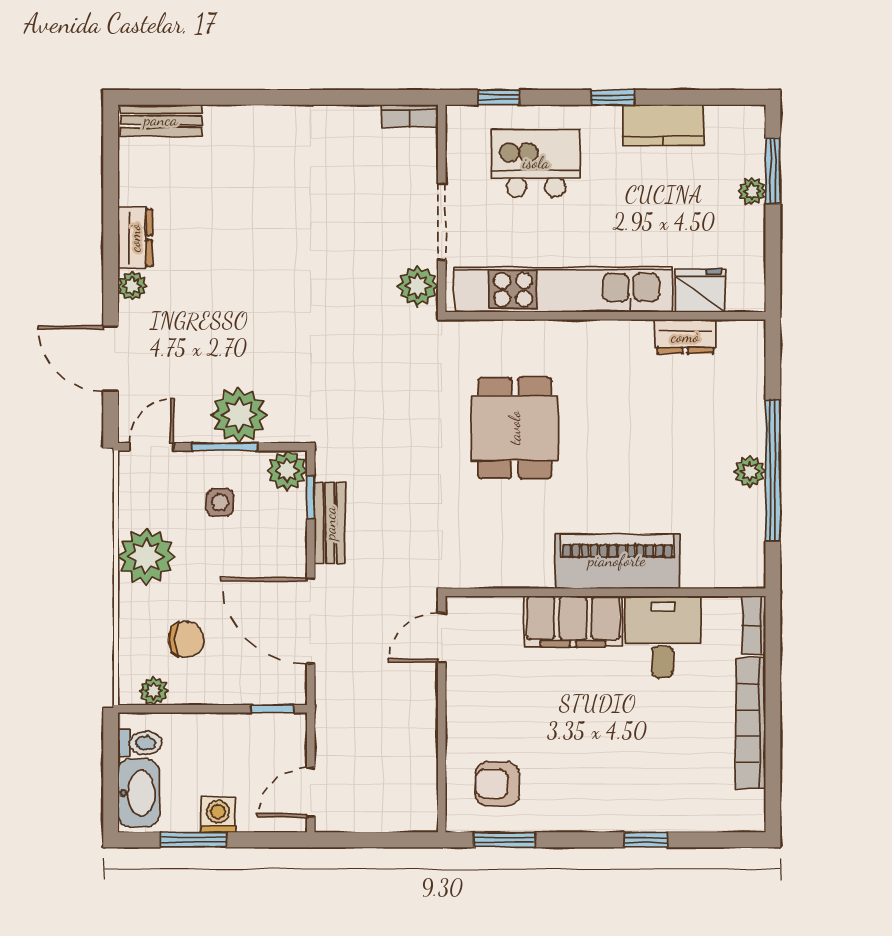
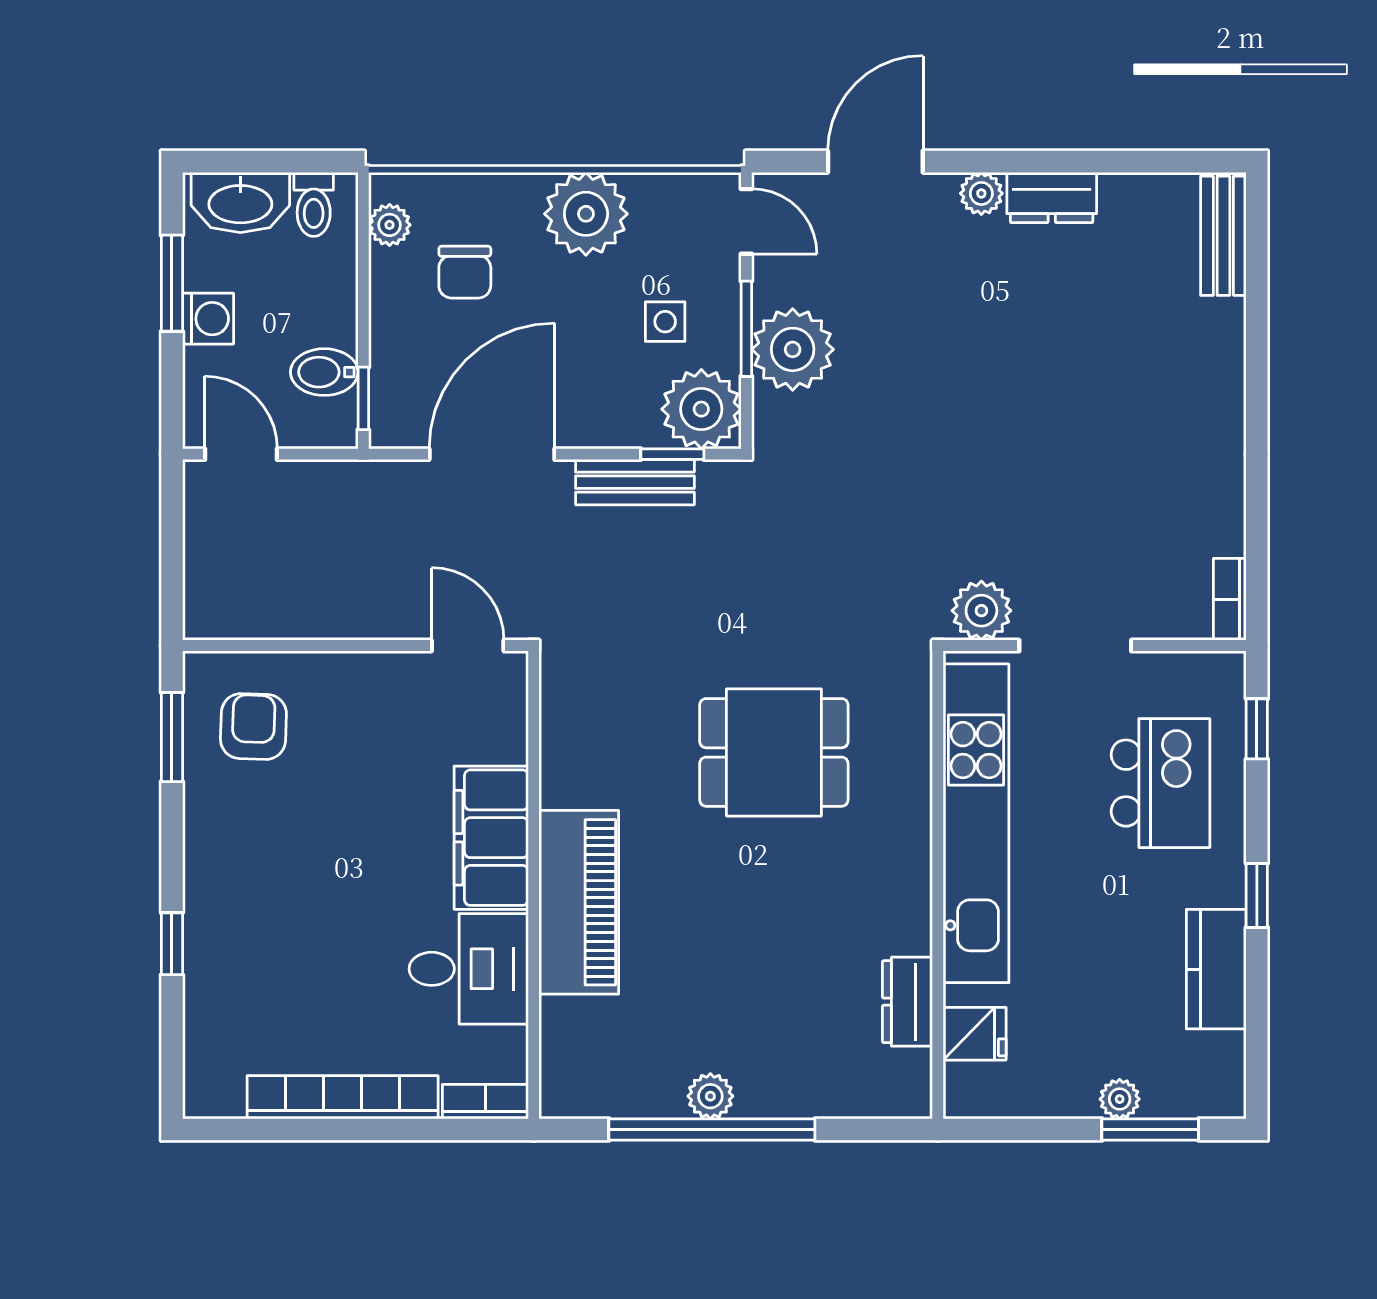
fridge: (700, 291) -> (975, 1034), width x0.72
plant: (287, 470) -> (701, 409), width x1.36, depth x1.36
bidet: (255, 736) -> (324, 372), added

